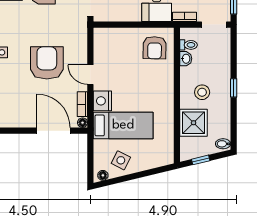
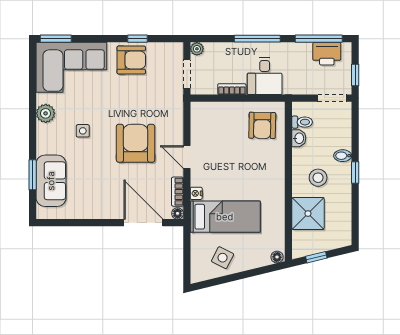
bookcase: (185, 17) -> (232, 89), moved
nightstand: (102, 101) -> (196, 193), width x0.53, depth x0.56
bidet: (223, 144) -> (343, 156), moved
floor lamp: (103, 175) -> (277, 257), moved

